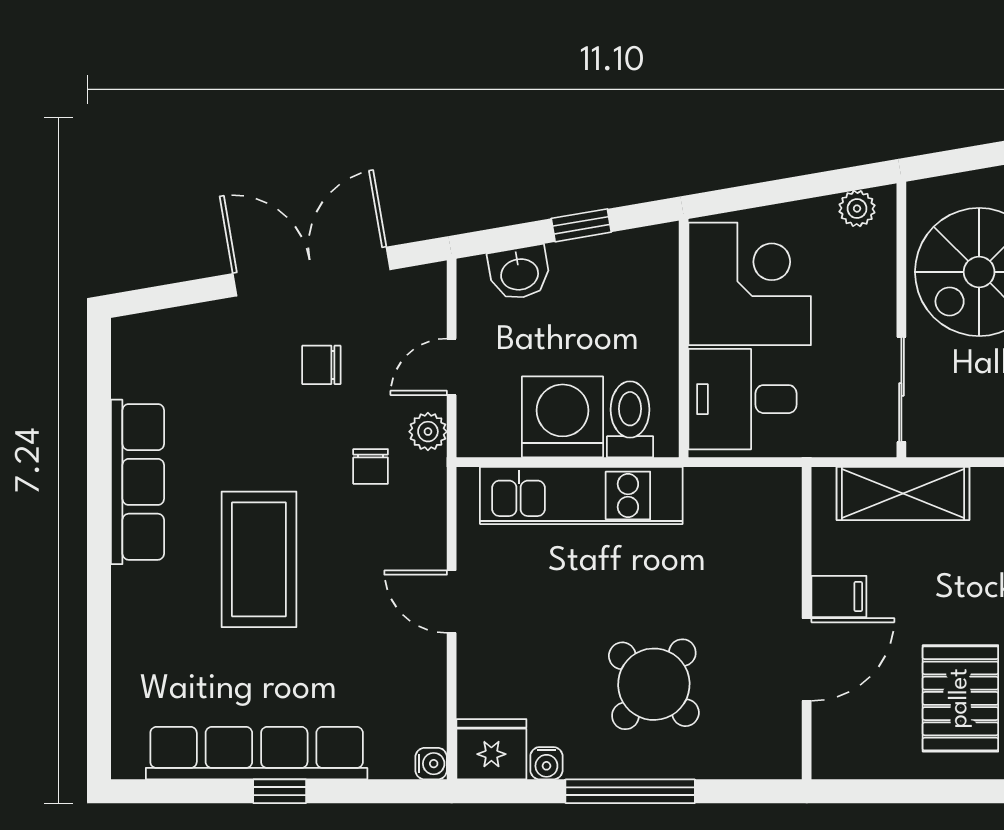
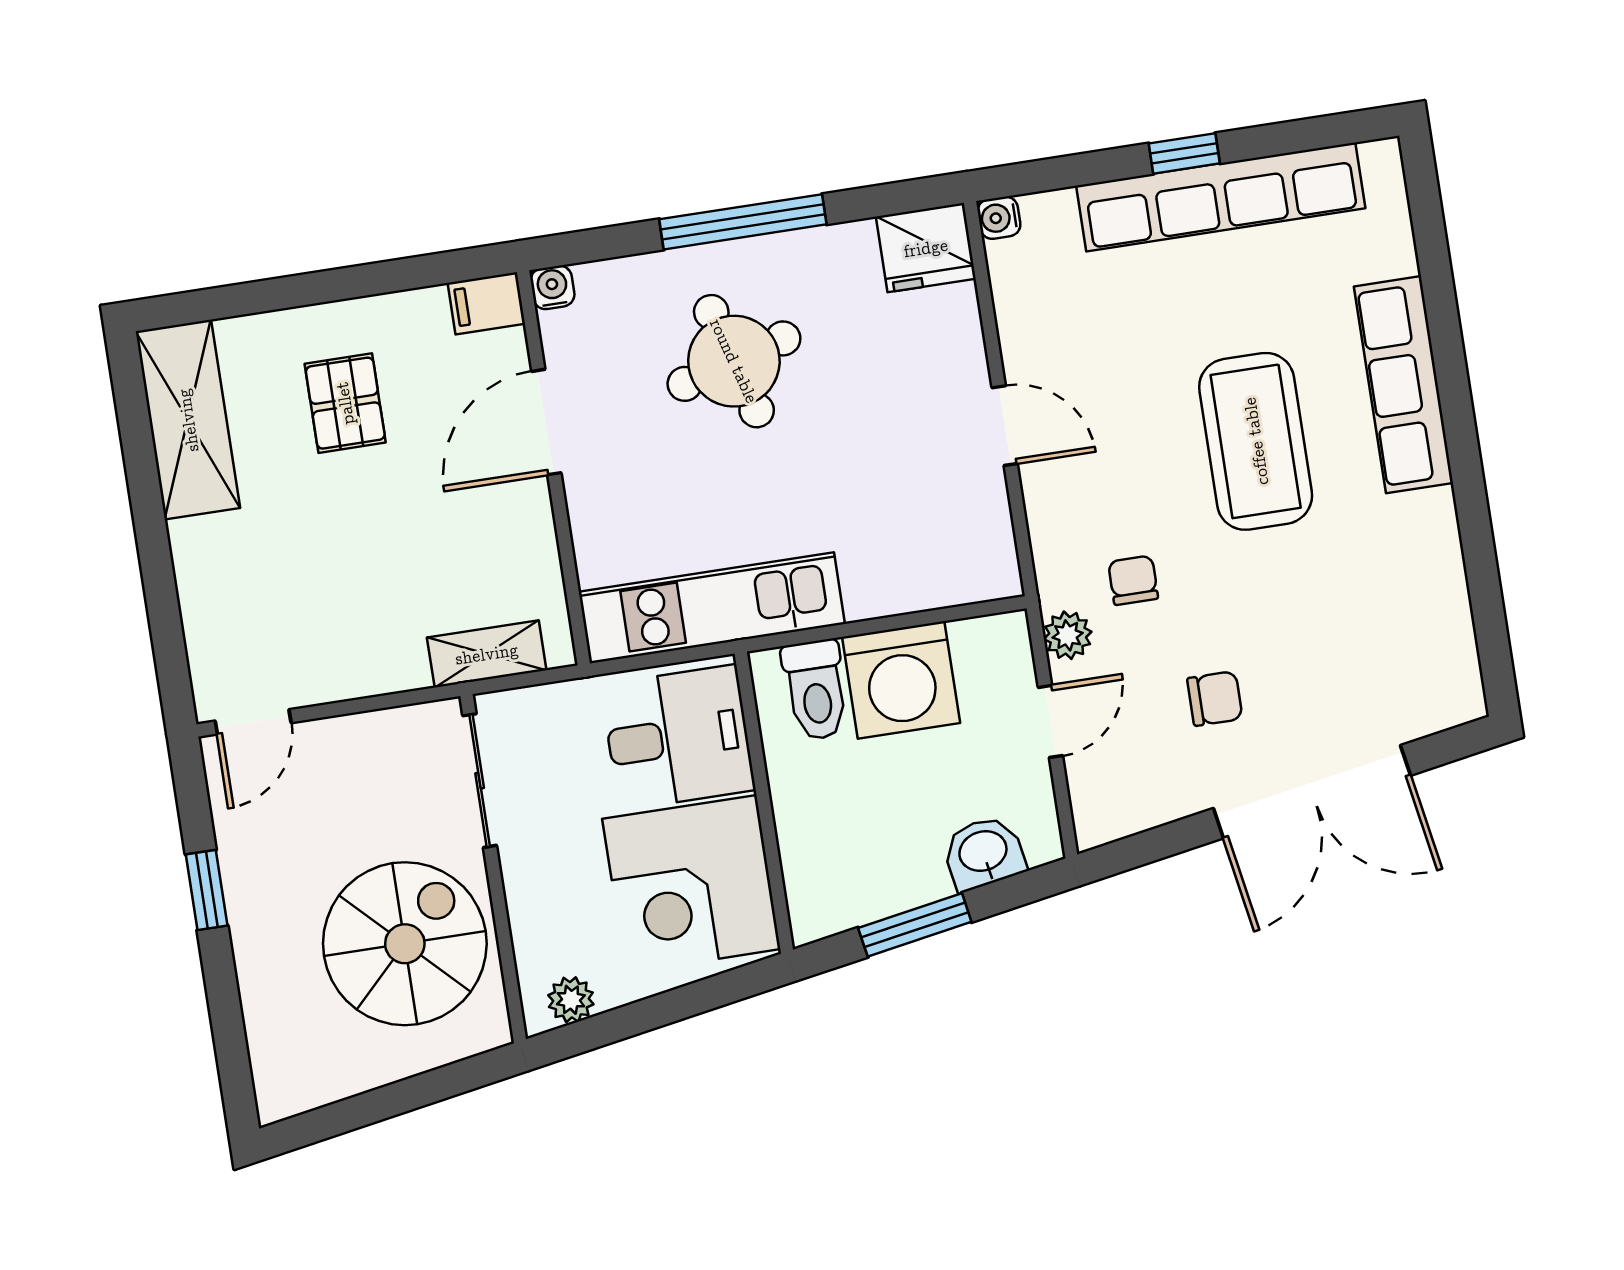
window: (581, 225) -> (915, 925), width x1.50
double door: (312, 272) -> (1312, 792), moved
row of seats: (137, 482) -> (1404, 385), moved
shelving: (903, 494) -> (487, 654), width x0.67, depth x0.75
kitchen unit: (581, 496) -> (712, 608), moved
filing cabinet: (839, 596) -> (486, 303), moved
round table: (654, 684) -> (734, 361), turned 32
pallet: (960, 698) -> (345, 403), width x0.67, depth x0.71
water cooler: (546, 763) -> (552, 287), moved

